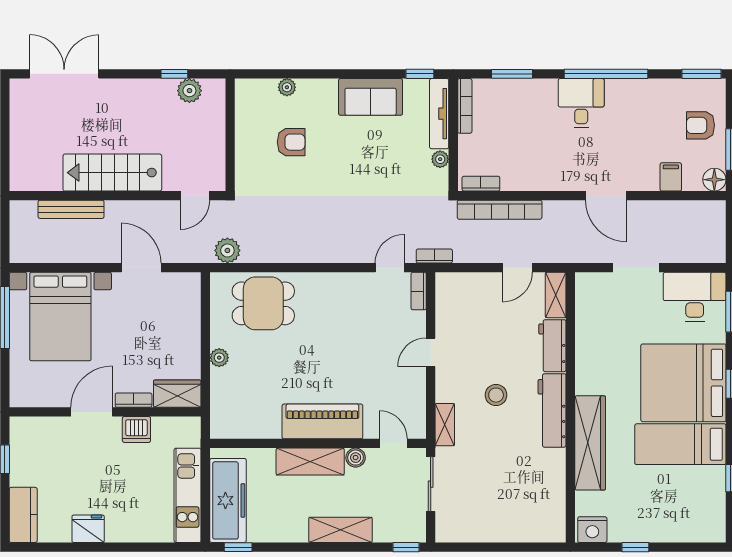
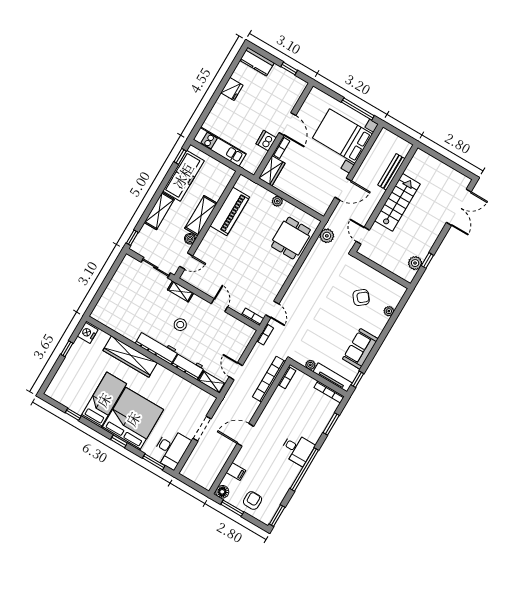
armchair: (291, 142) -> (361, 298), turned -129
piano: (322, 421) -> (230, 211), moved
freezer: (228, 500) -> (183, 176), moved, turned -90

